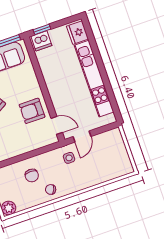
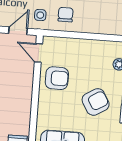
chair: (32, 175) -> (66, 15), moved

